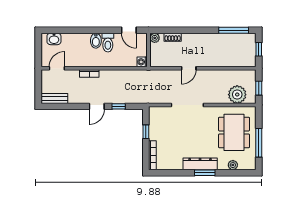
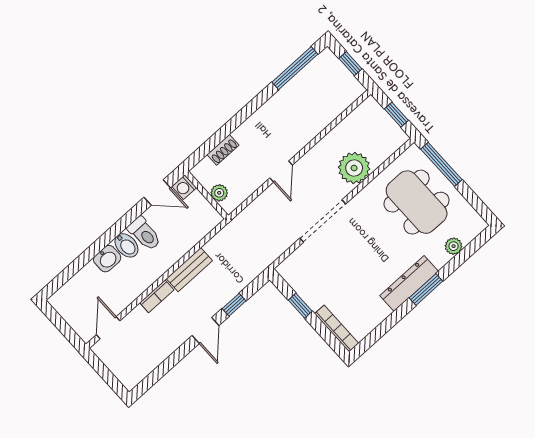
plant: (155, 38) -> (219, 193), moved
washbasin: (54, 39) -> (107, 259), moved
washing machine: (142, 62) -> (184, 187), moved
plant: (237, 95) -> (354, 168), moved
bench: (54, 98) -> (189, 270), moved
window: (259, 143) -> (441, 164), moved

